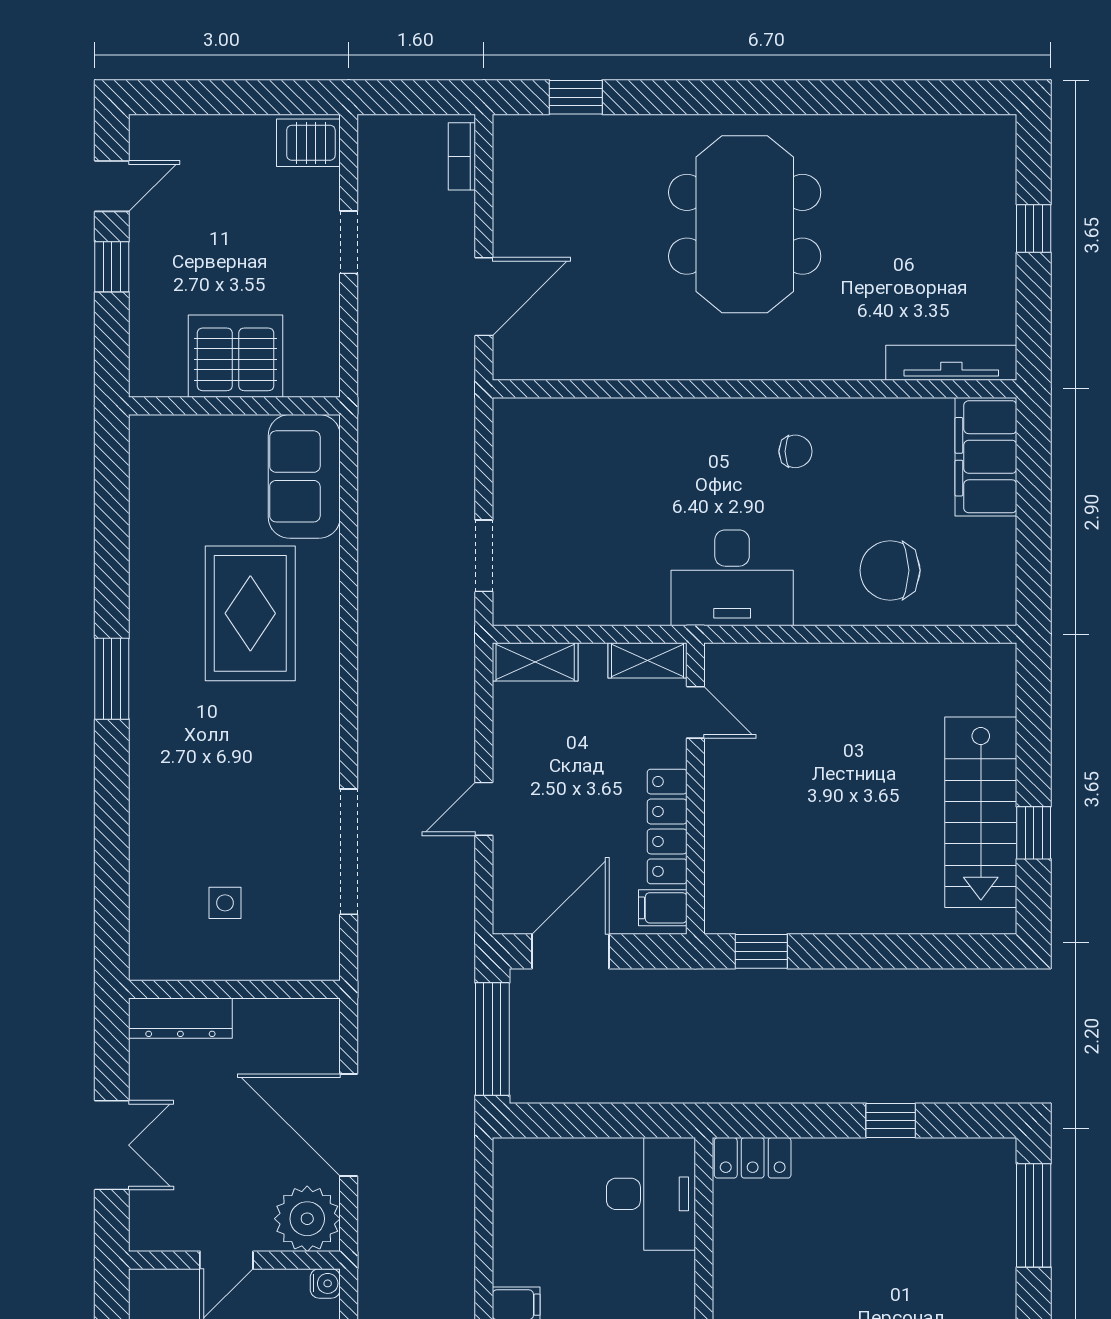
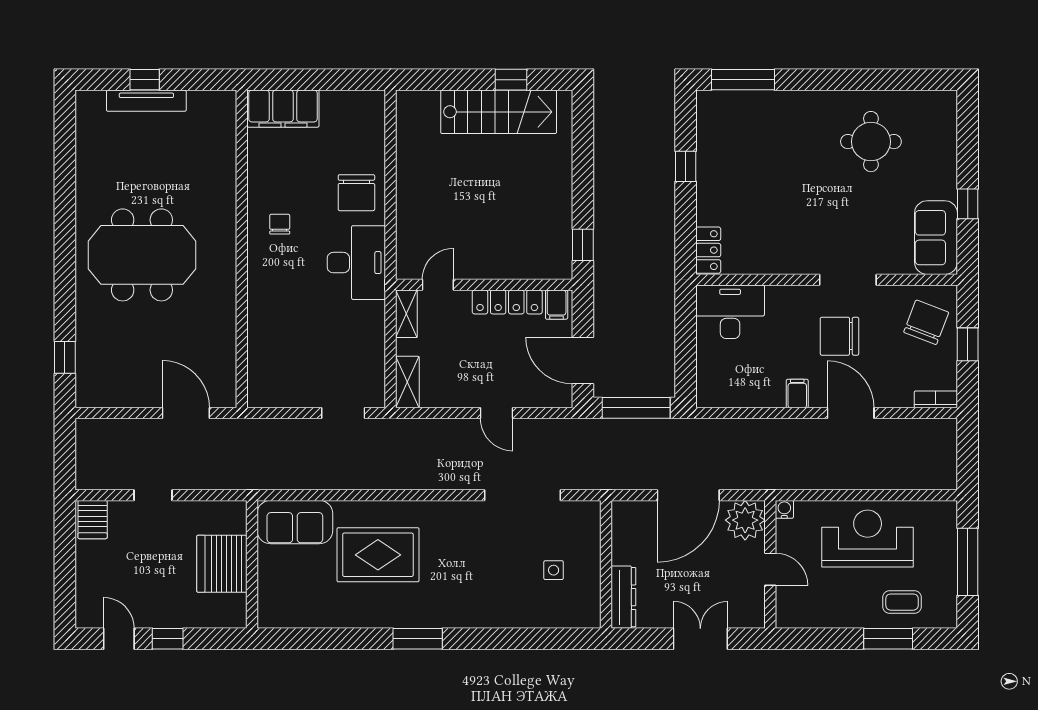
bookcase: (462, 156) -> (101, 426), removed
tv unit: (951, 363) -> (146, 101), moved, turned -90
chair: (890, 570) -> (356, 193), moved

